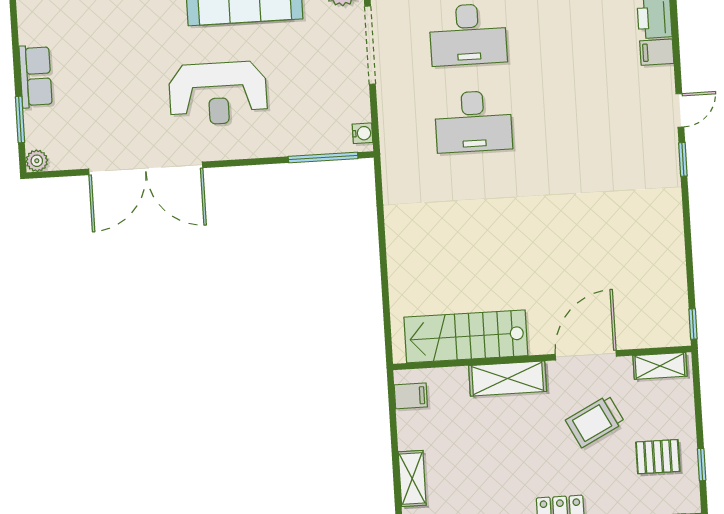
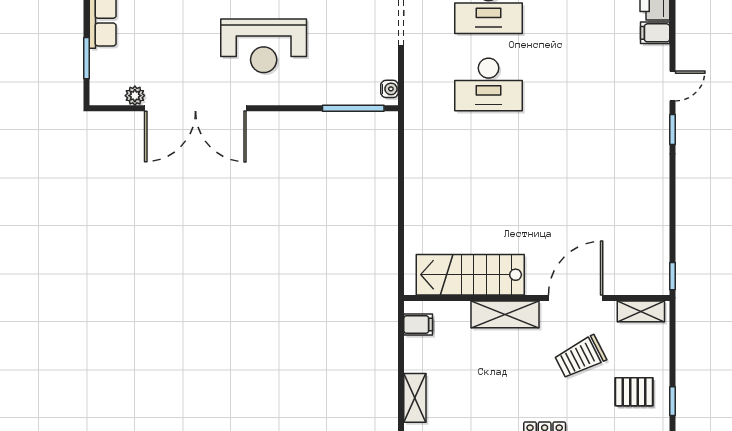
plant: (37, 161) -> (135, 96), moved

